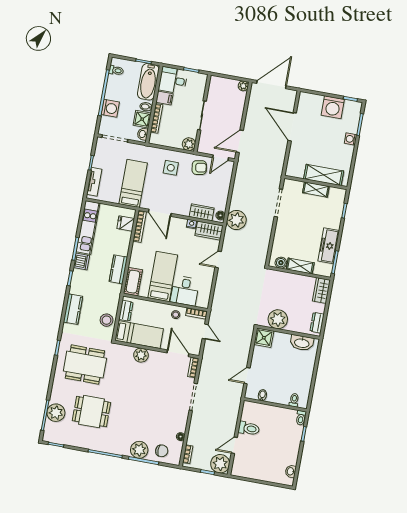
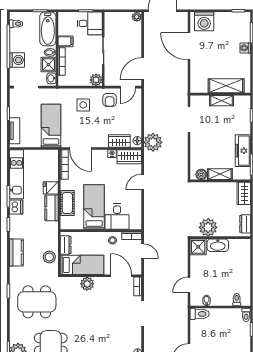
desk: (173, 80) -> (90, 23), moved, turned 180
washing machine: (333, 107) -> (204, 21), moved
armchair: (199, 168) -> (110, 100), turned 99
fridge: (126, 224) -> (51, 188), moved
cot: (133, 282) -> (67, 203), moved
washbasin: (302, 343) -> (218, 245), moved
toilet: (249, 428) -> (200, 314), moved

